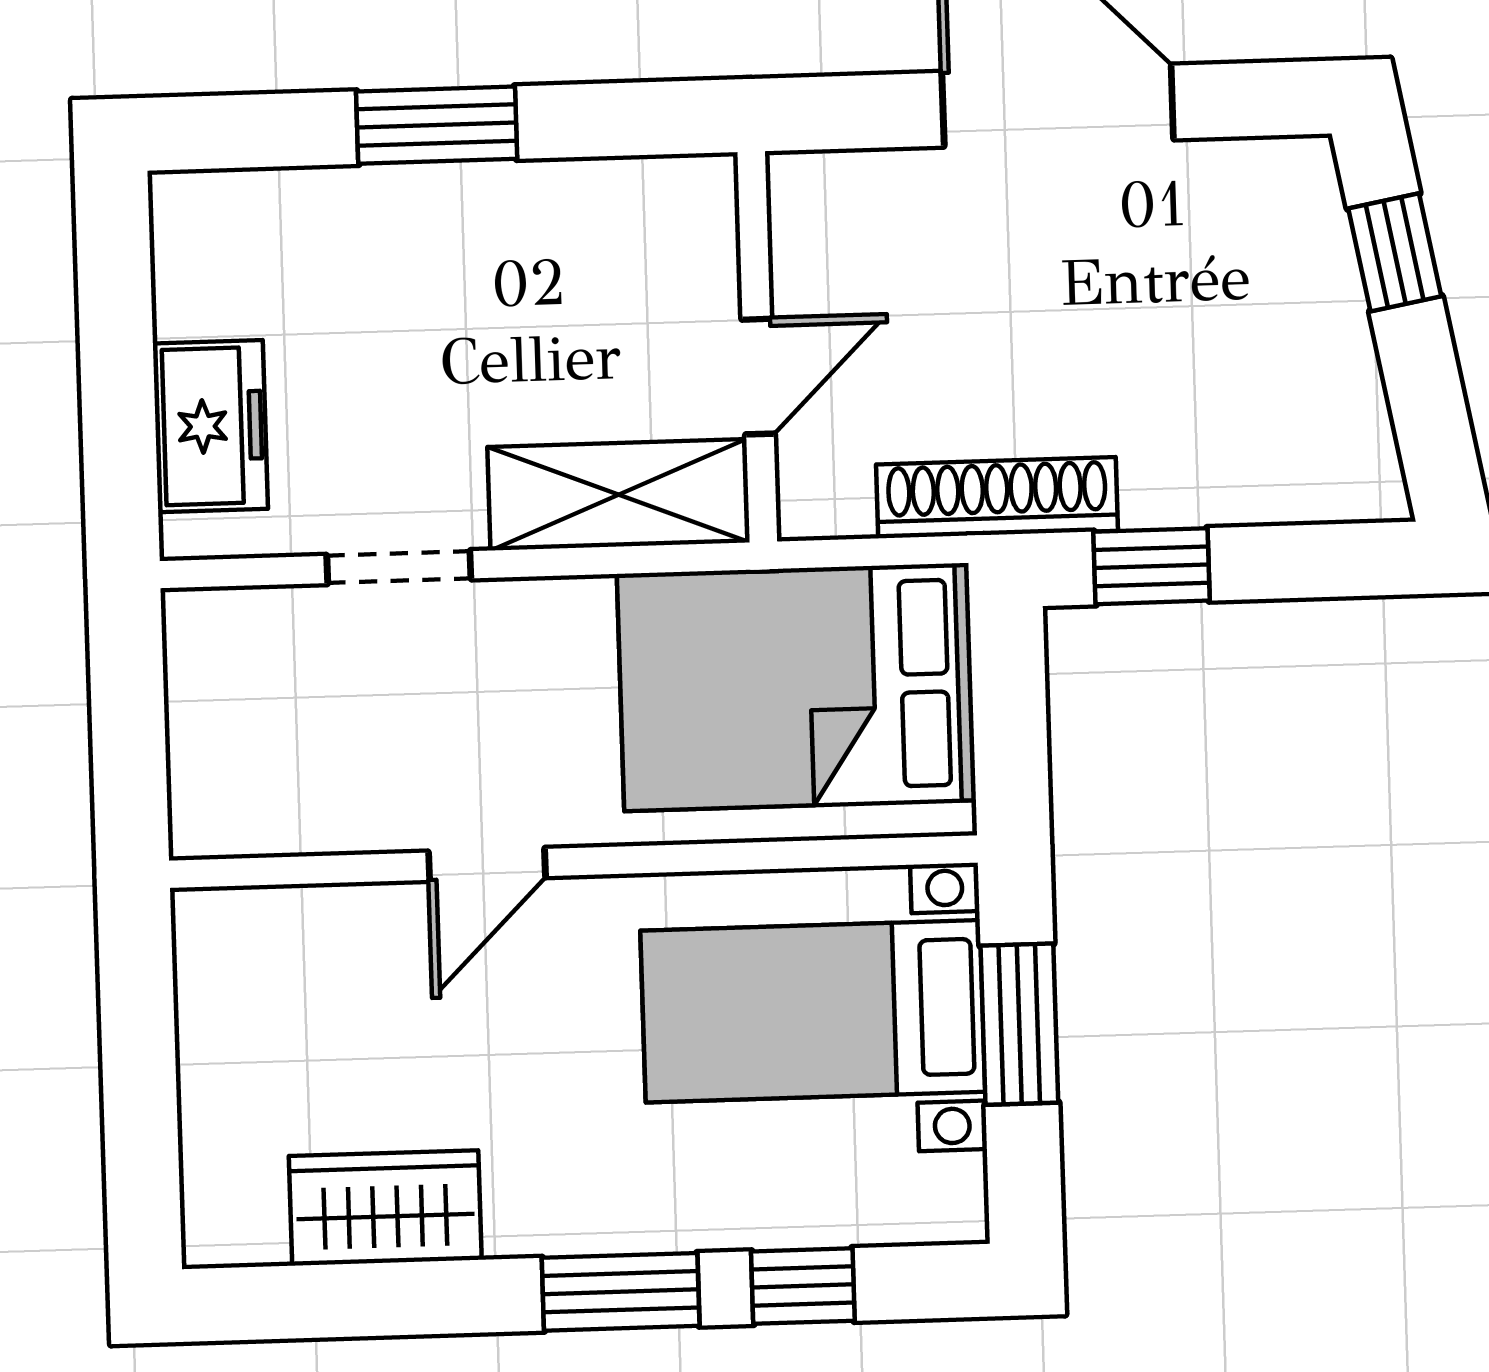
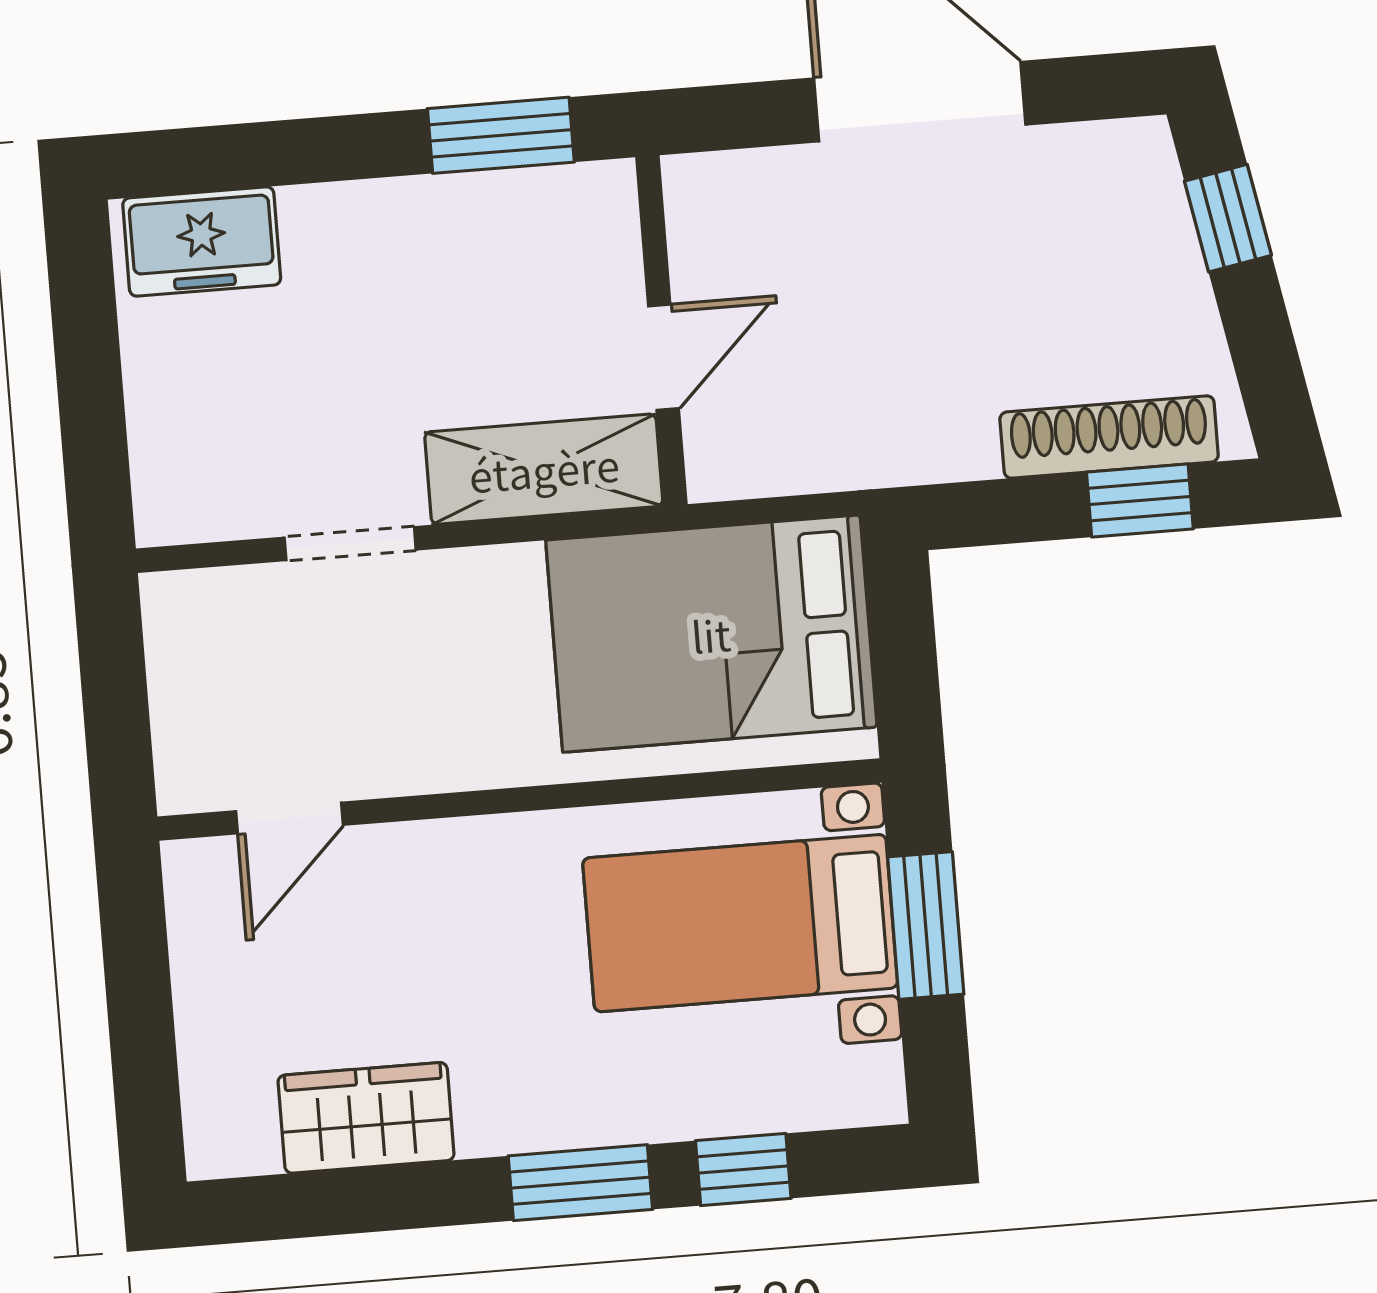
window: (437, 125) -> (501, 135), moved
freezer: (210, 426) -> (202, 241), moved, turned 90
shoe rack: (997, 498) -> (1109, 437), moved
window: (1151, 566) -> (1140, 500), moved
door: (487, 864) -> (290, 818), moved

